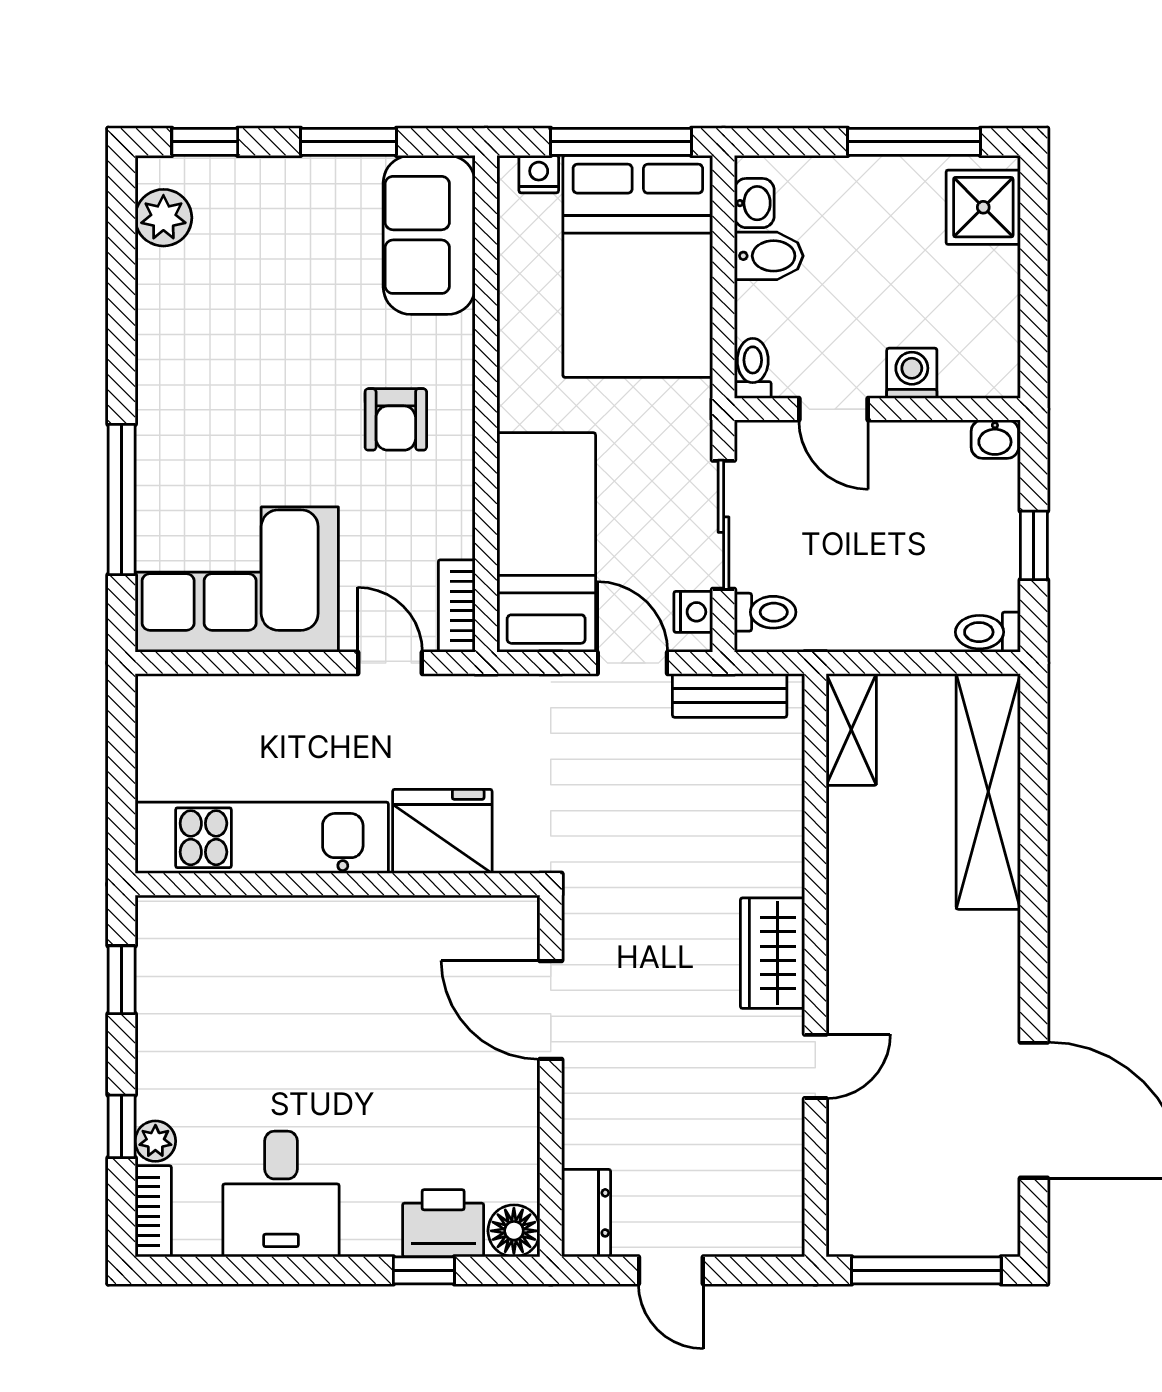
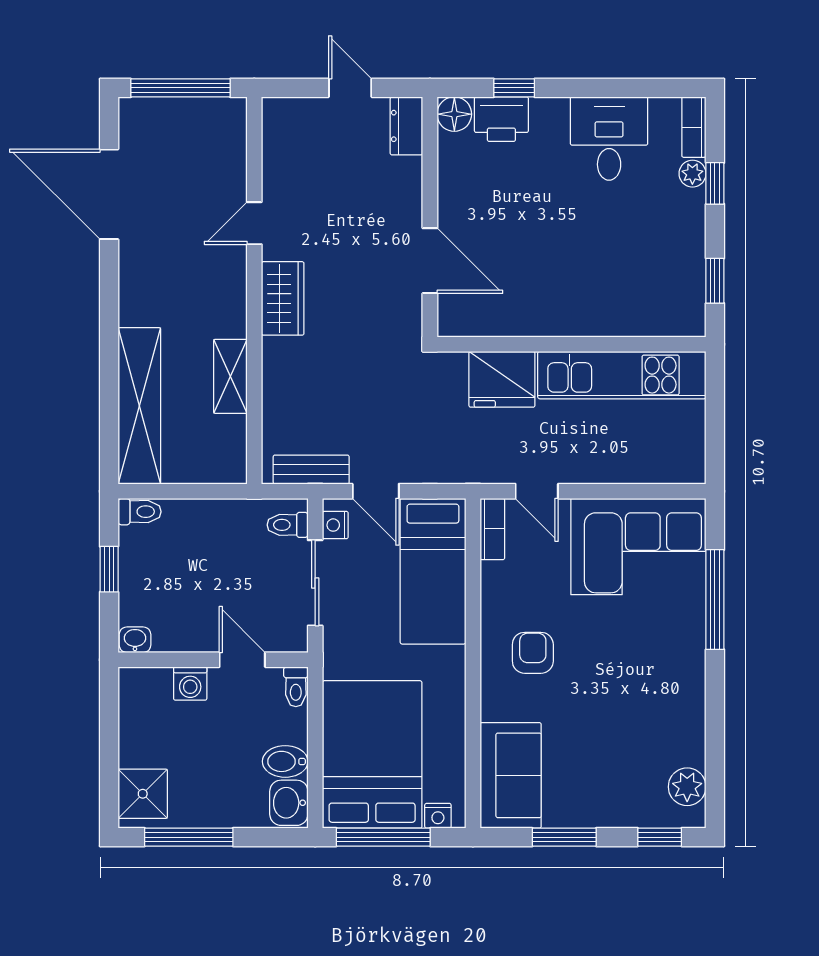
washbasin: (754, 203) -> (289, 803), width x1.38, depth x1.45
shelving: (851, 730) -> (230, 376), moved

